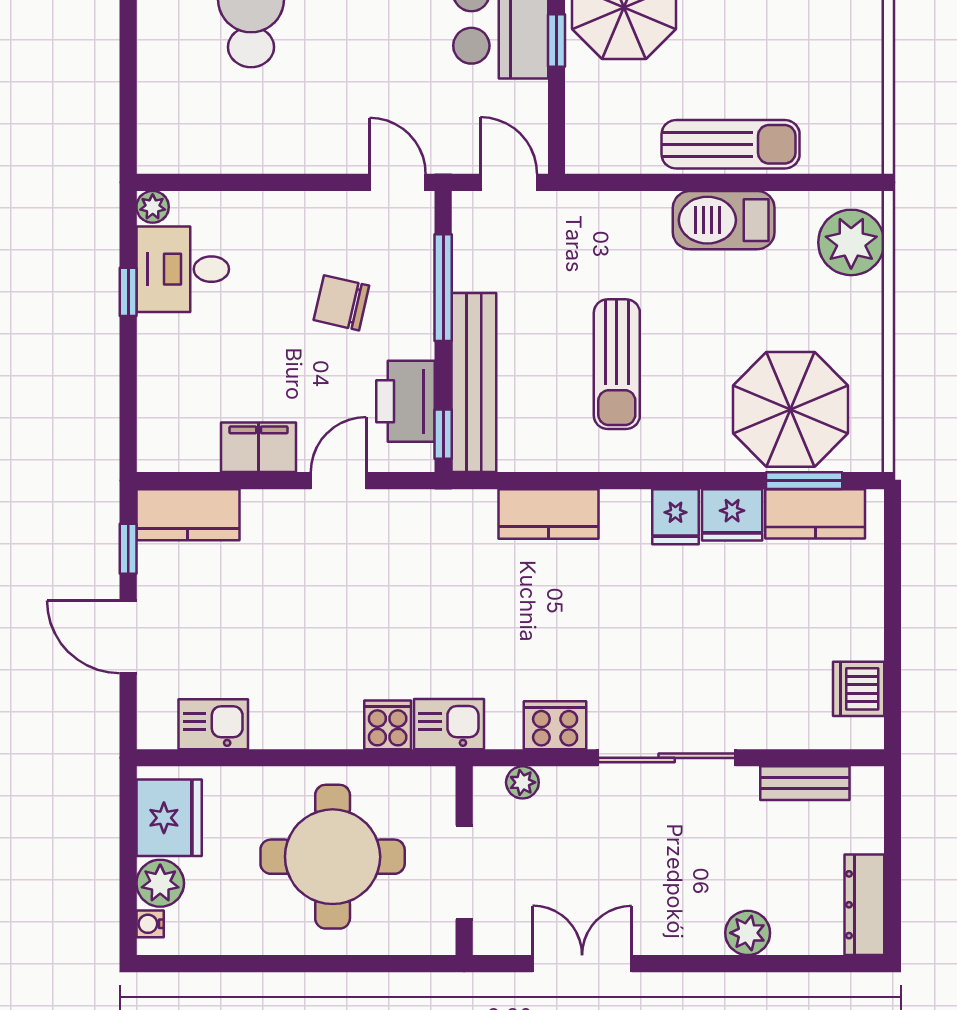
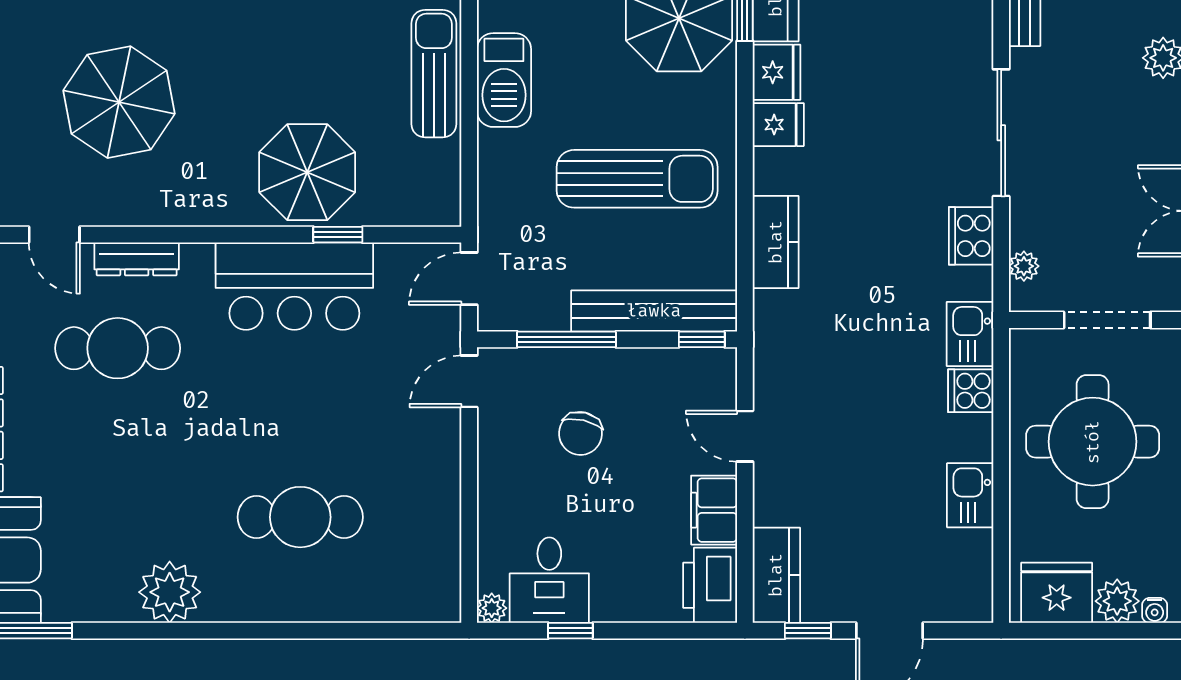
sun lounger: (617, 364) -> (637, 179), width x1.36, depth x1.34
printer: (405, 401) -> (710, 585), moved, turned 90
kitchen sink: (213, 724) -> (970, 495), moved

